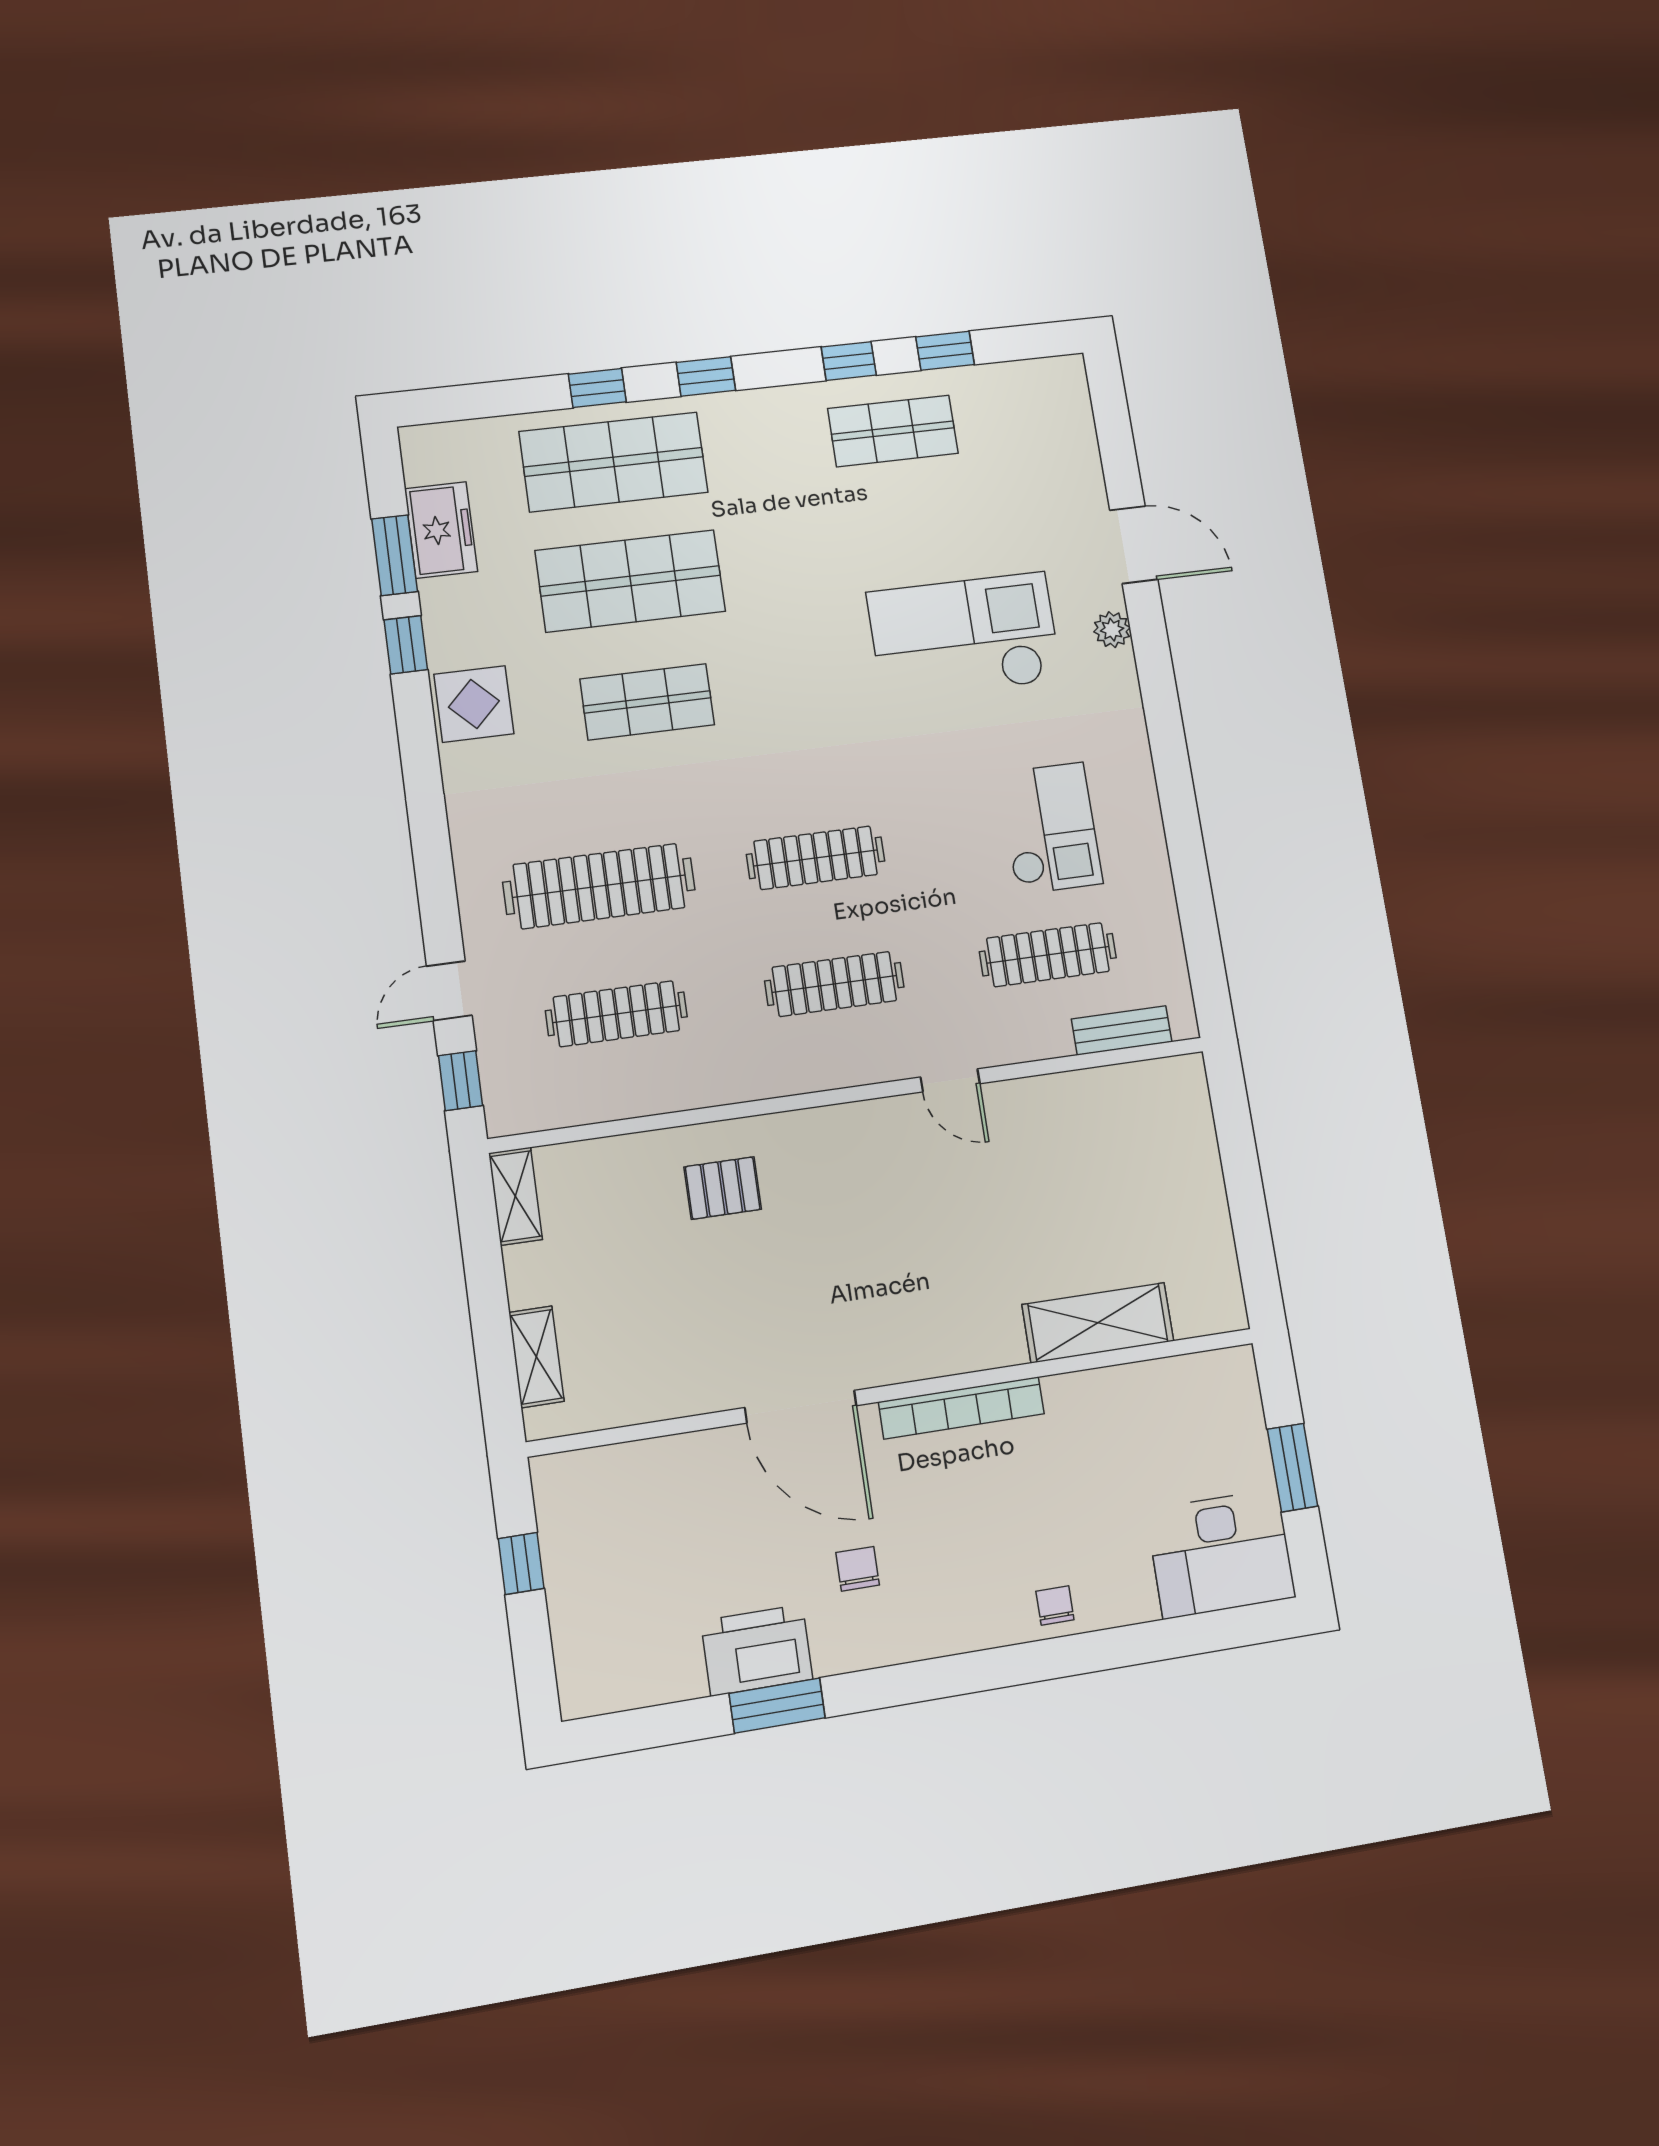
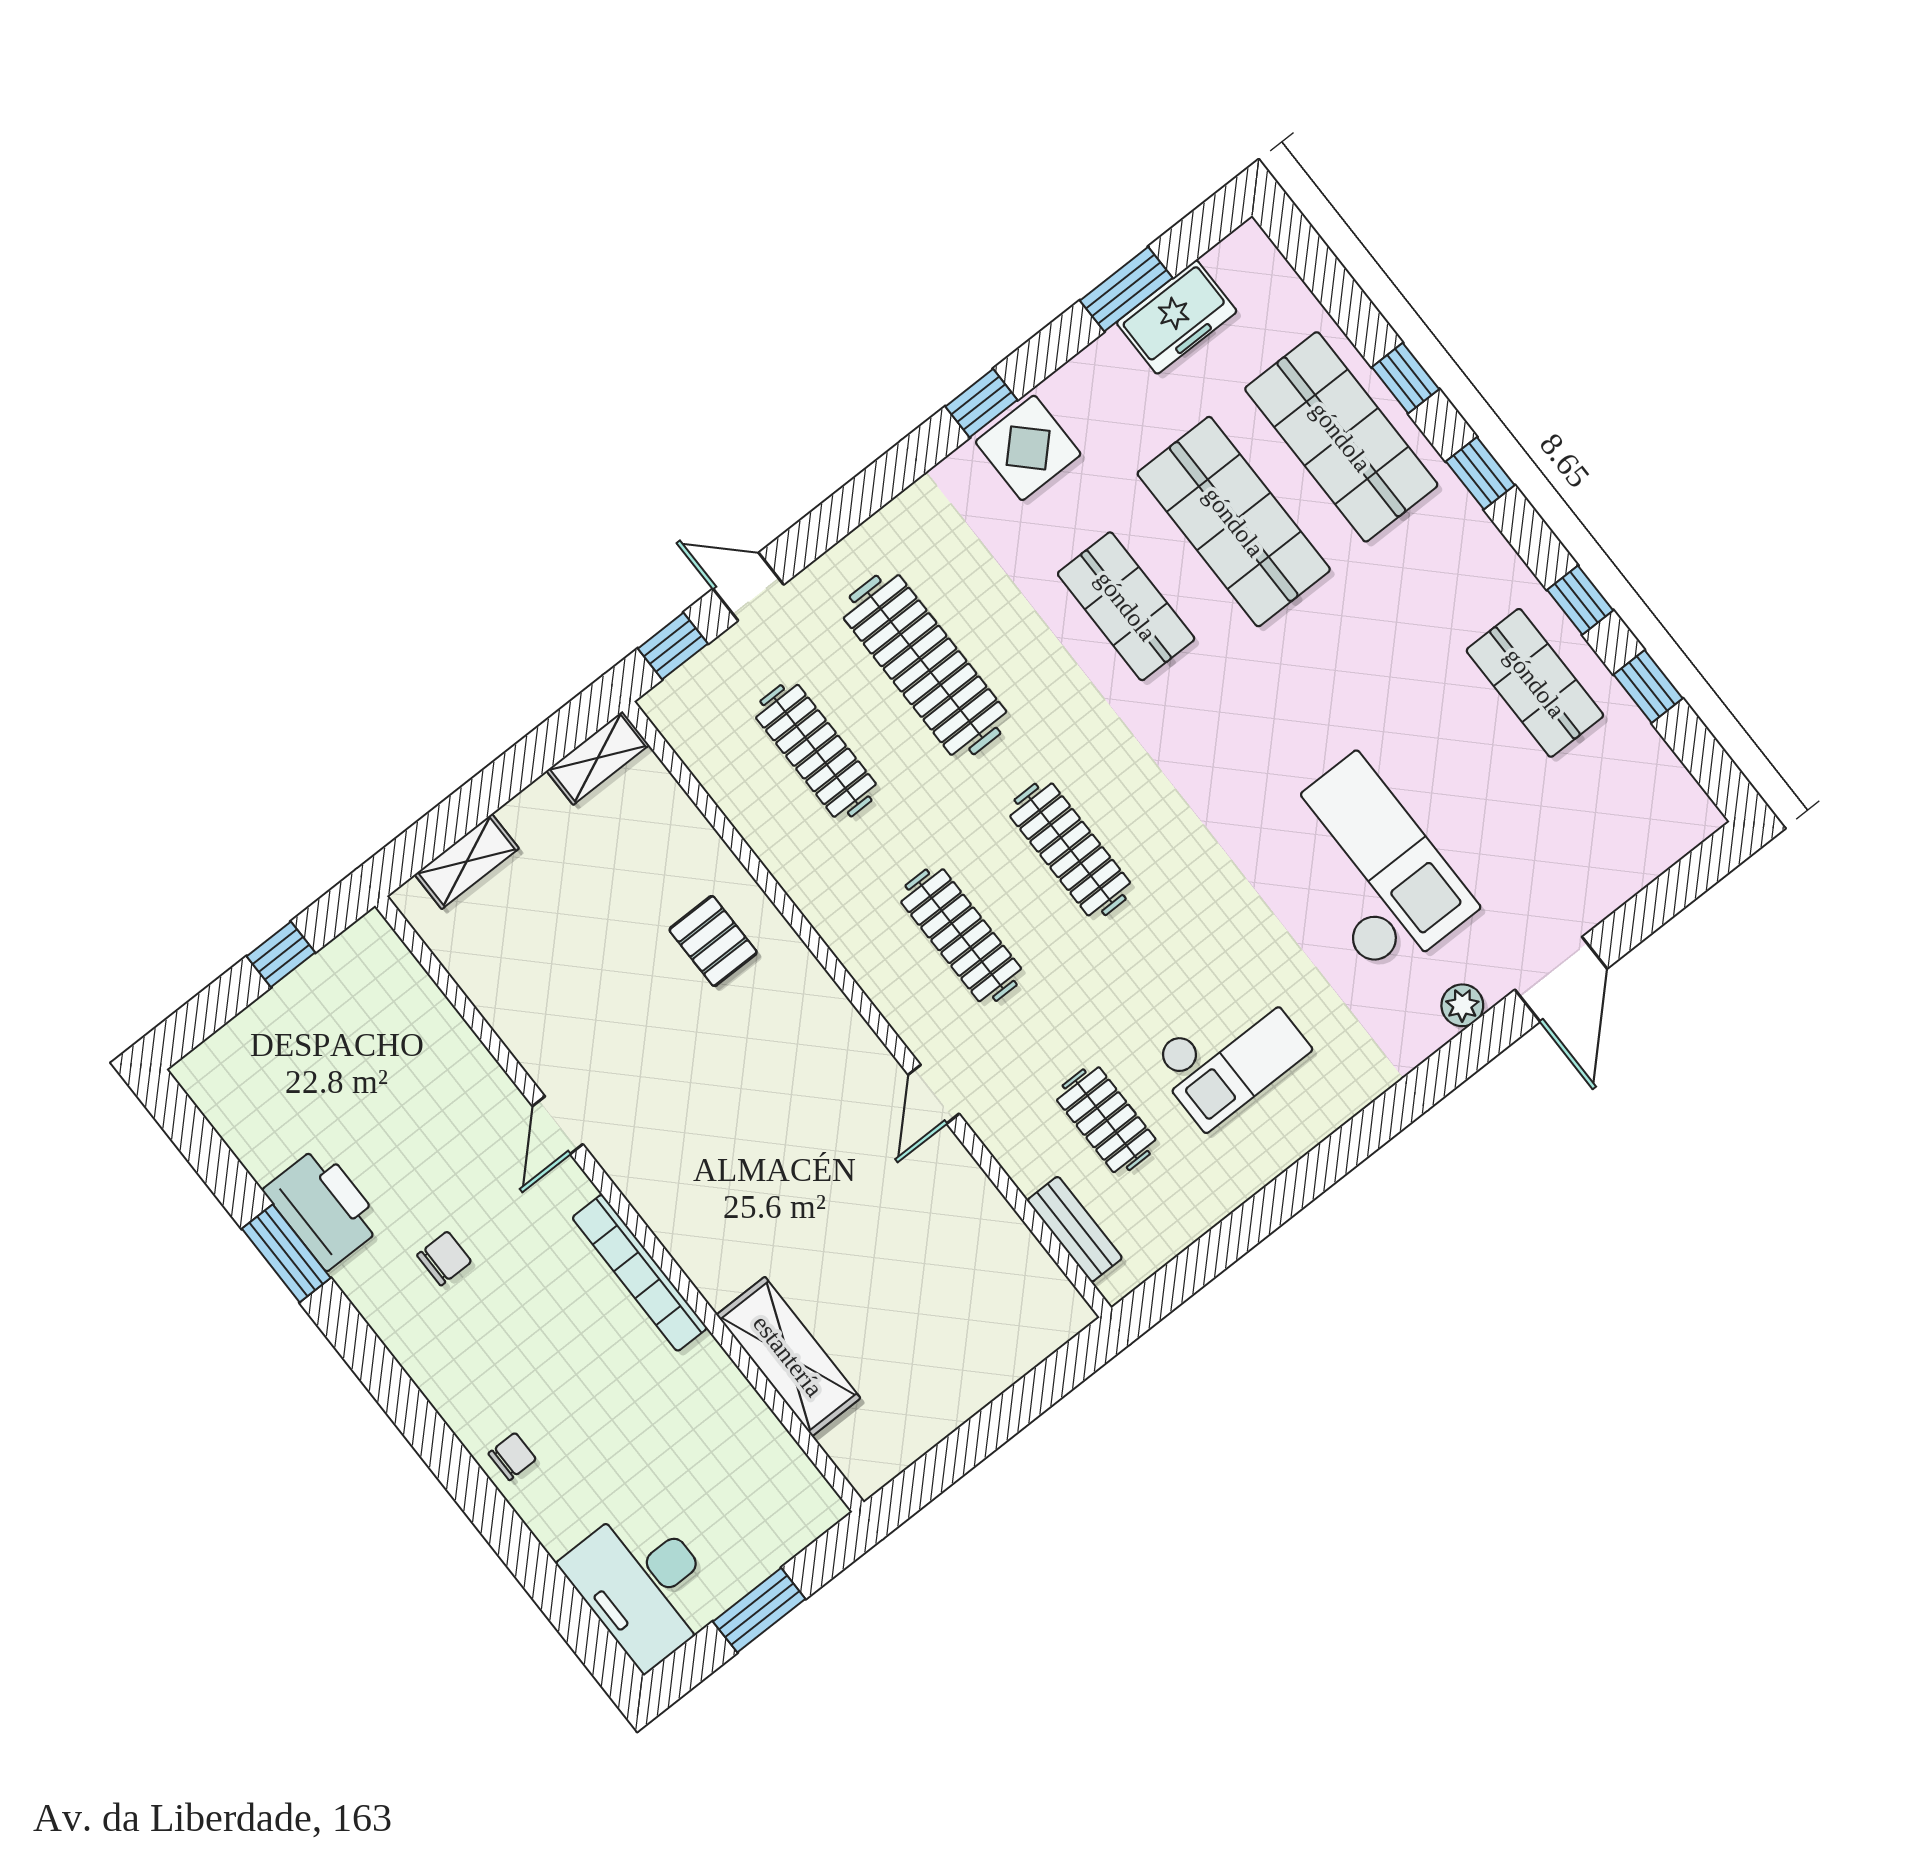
window: (406, 645) -> (981, 403), moved
clothes rail: (1048, 955) -> (1106, 1120), width x0.73
door: (801, 1407) -> (558, 1125), width x0.53

